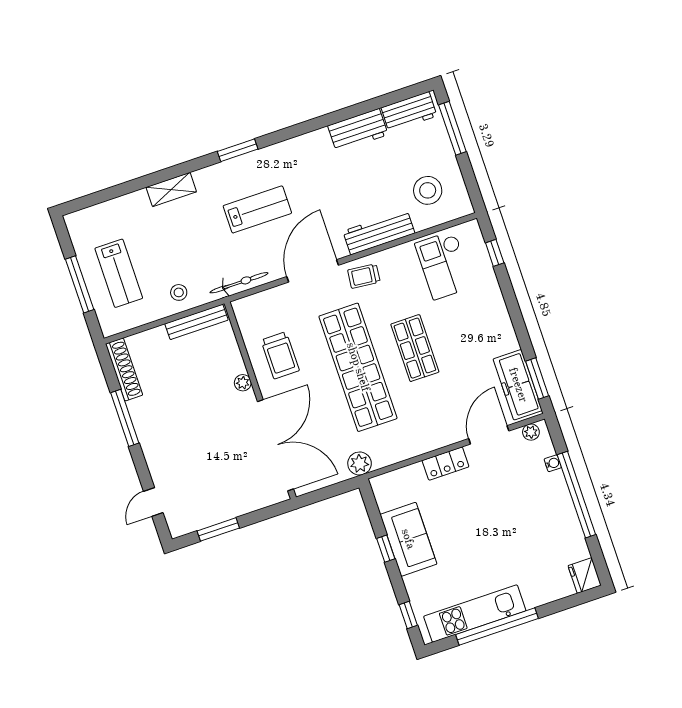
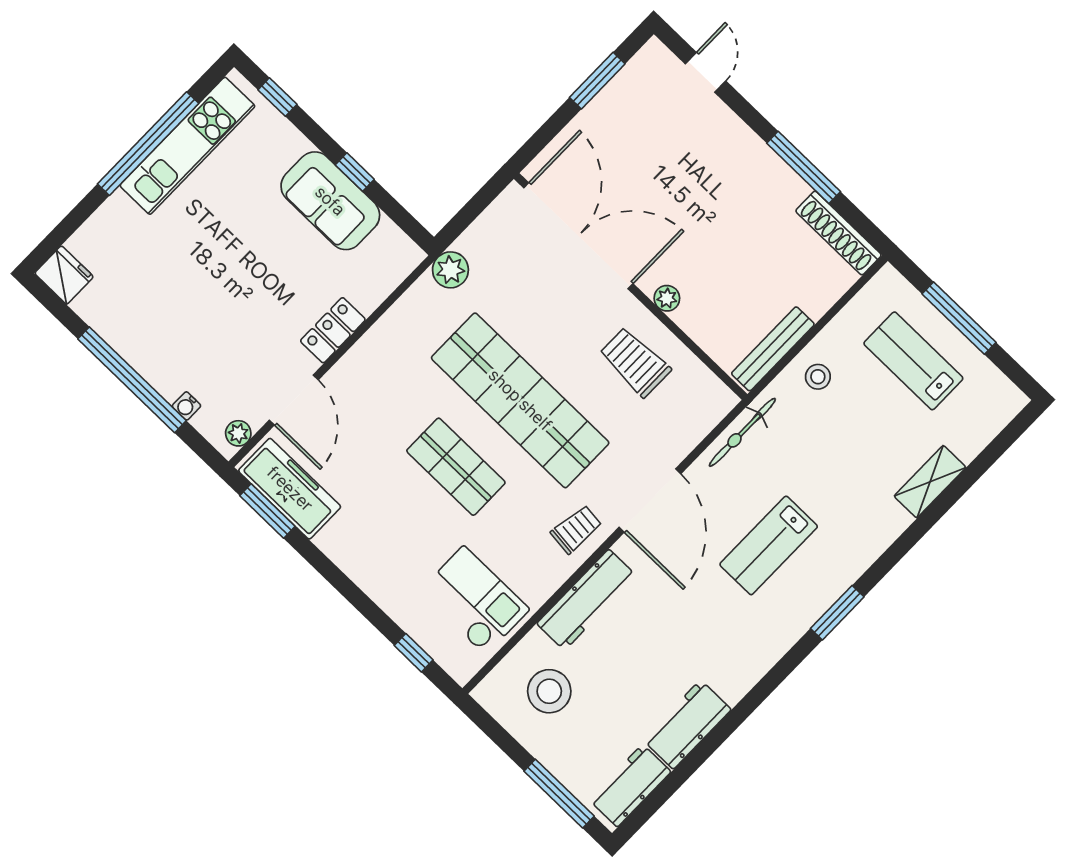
shelving: (171, 189) -> (930, 482), moved
double door: (275, 445) -> (578, 236), swing flipped

